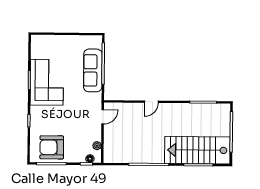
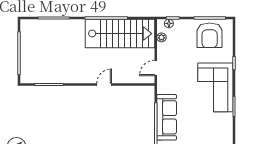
corner sofa: (47, 82) -> (215, 87), moved
armchair: (52, 147) -> (210, 35), turned 90
stairs: (197, 150) -> (120, 34), moved

